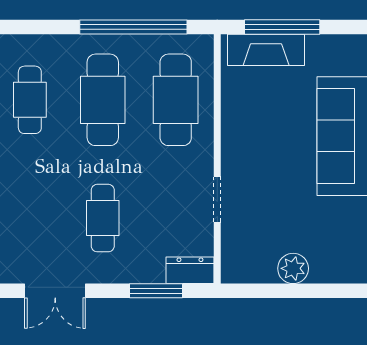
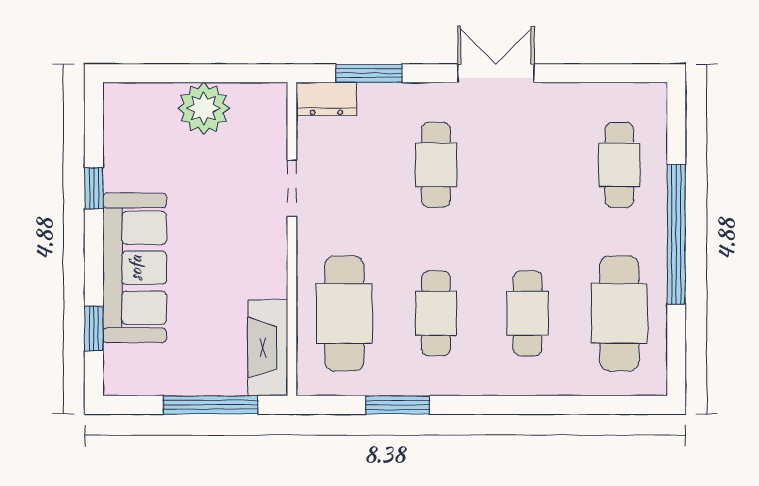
window: (133, 27) -> (397, 405), width x0.47
fireplace: (266, 50) -> (268, 348), moved, turned -90
cafe table: (103, 100) -> (436, 313), width x0.73, depth x0.74
plant: (293, 268) -> (204, 108), width x1.36, depth x1.36

